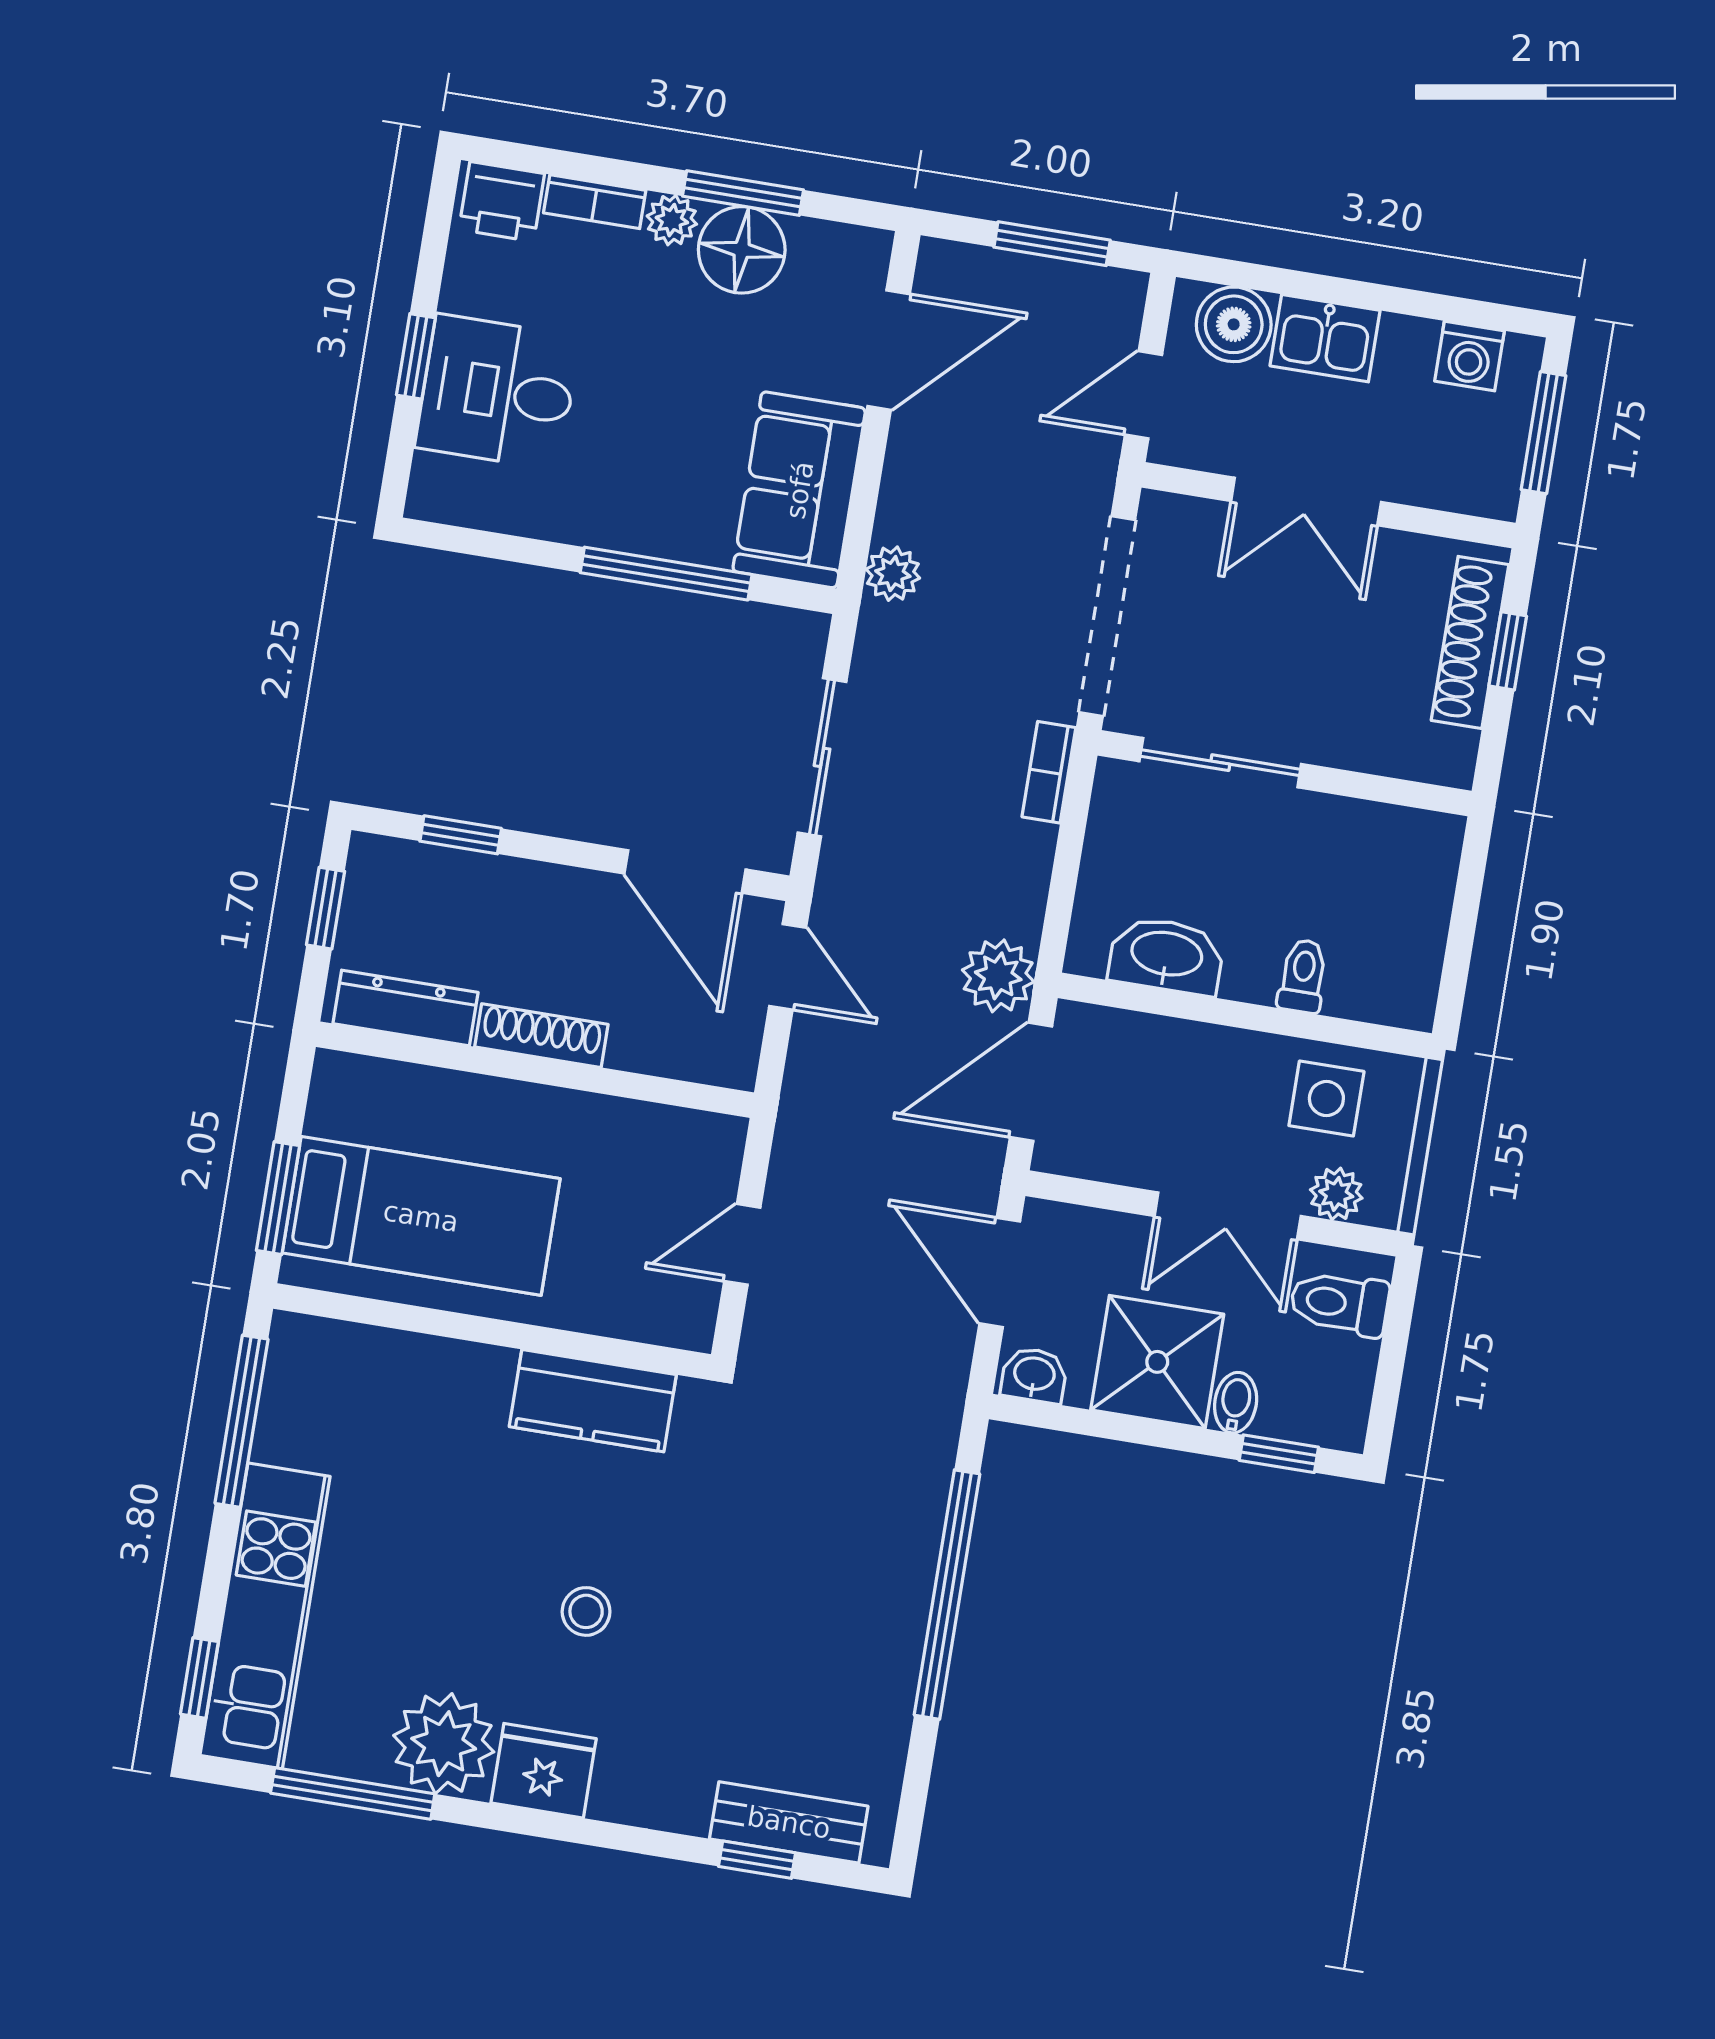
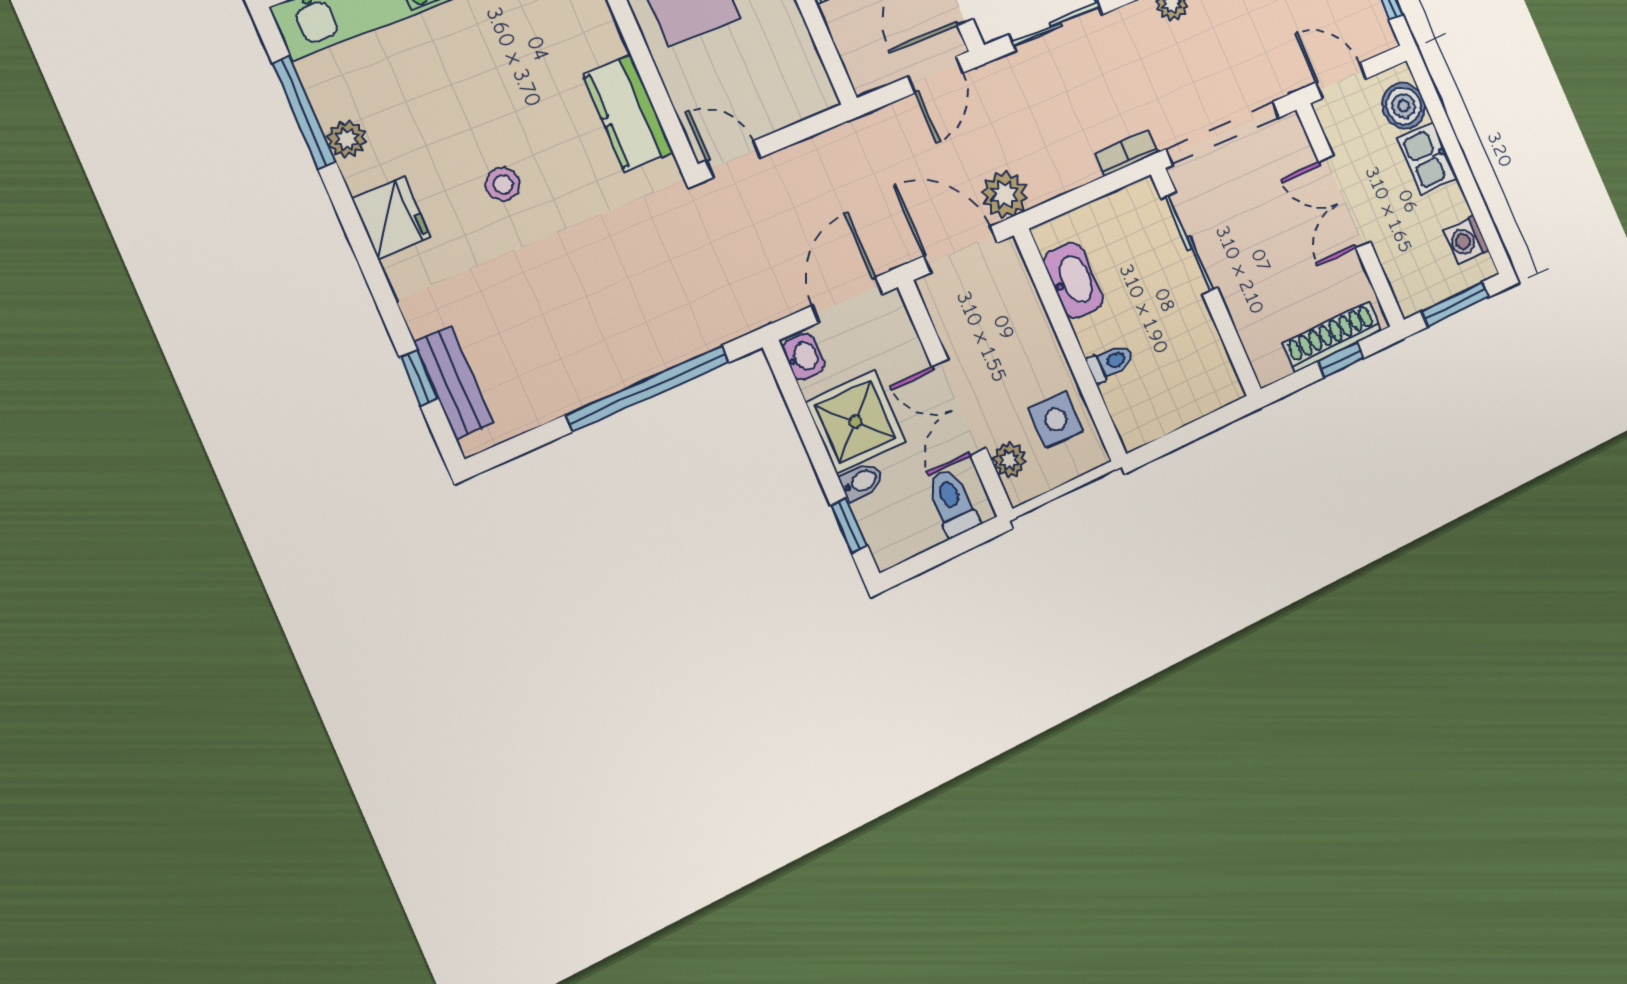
door: (742, 1244) -> (733, 159), moved
plant: (444, 1744) -> (347, 139), width x0.53, depth x0.53

